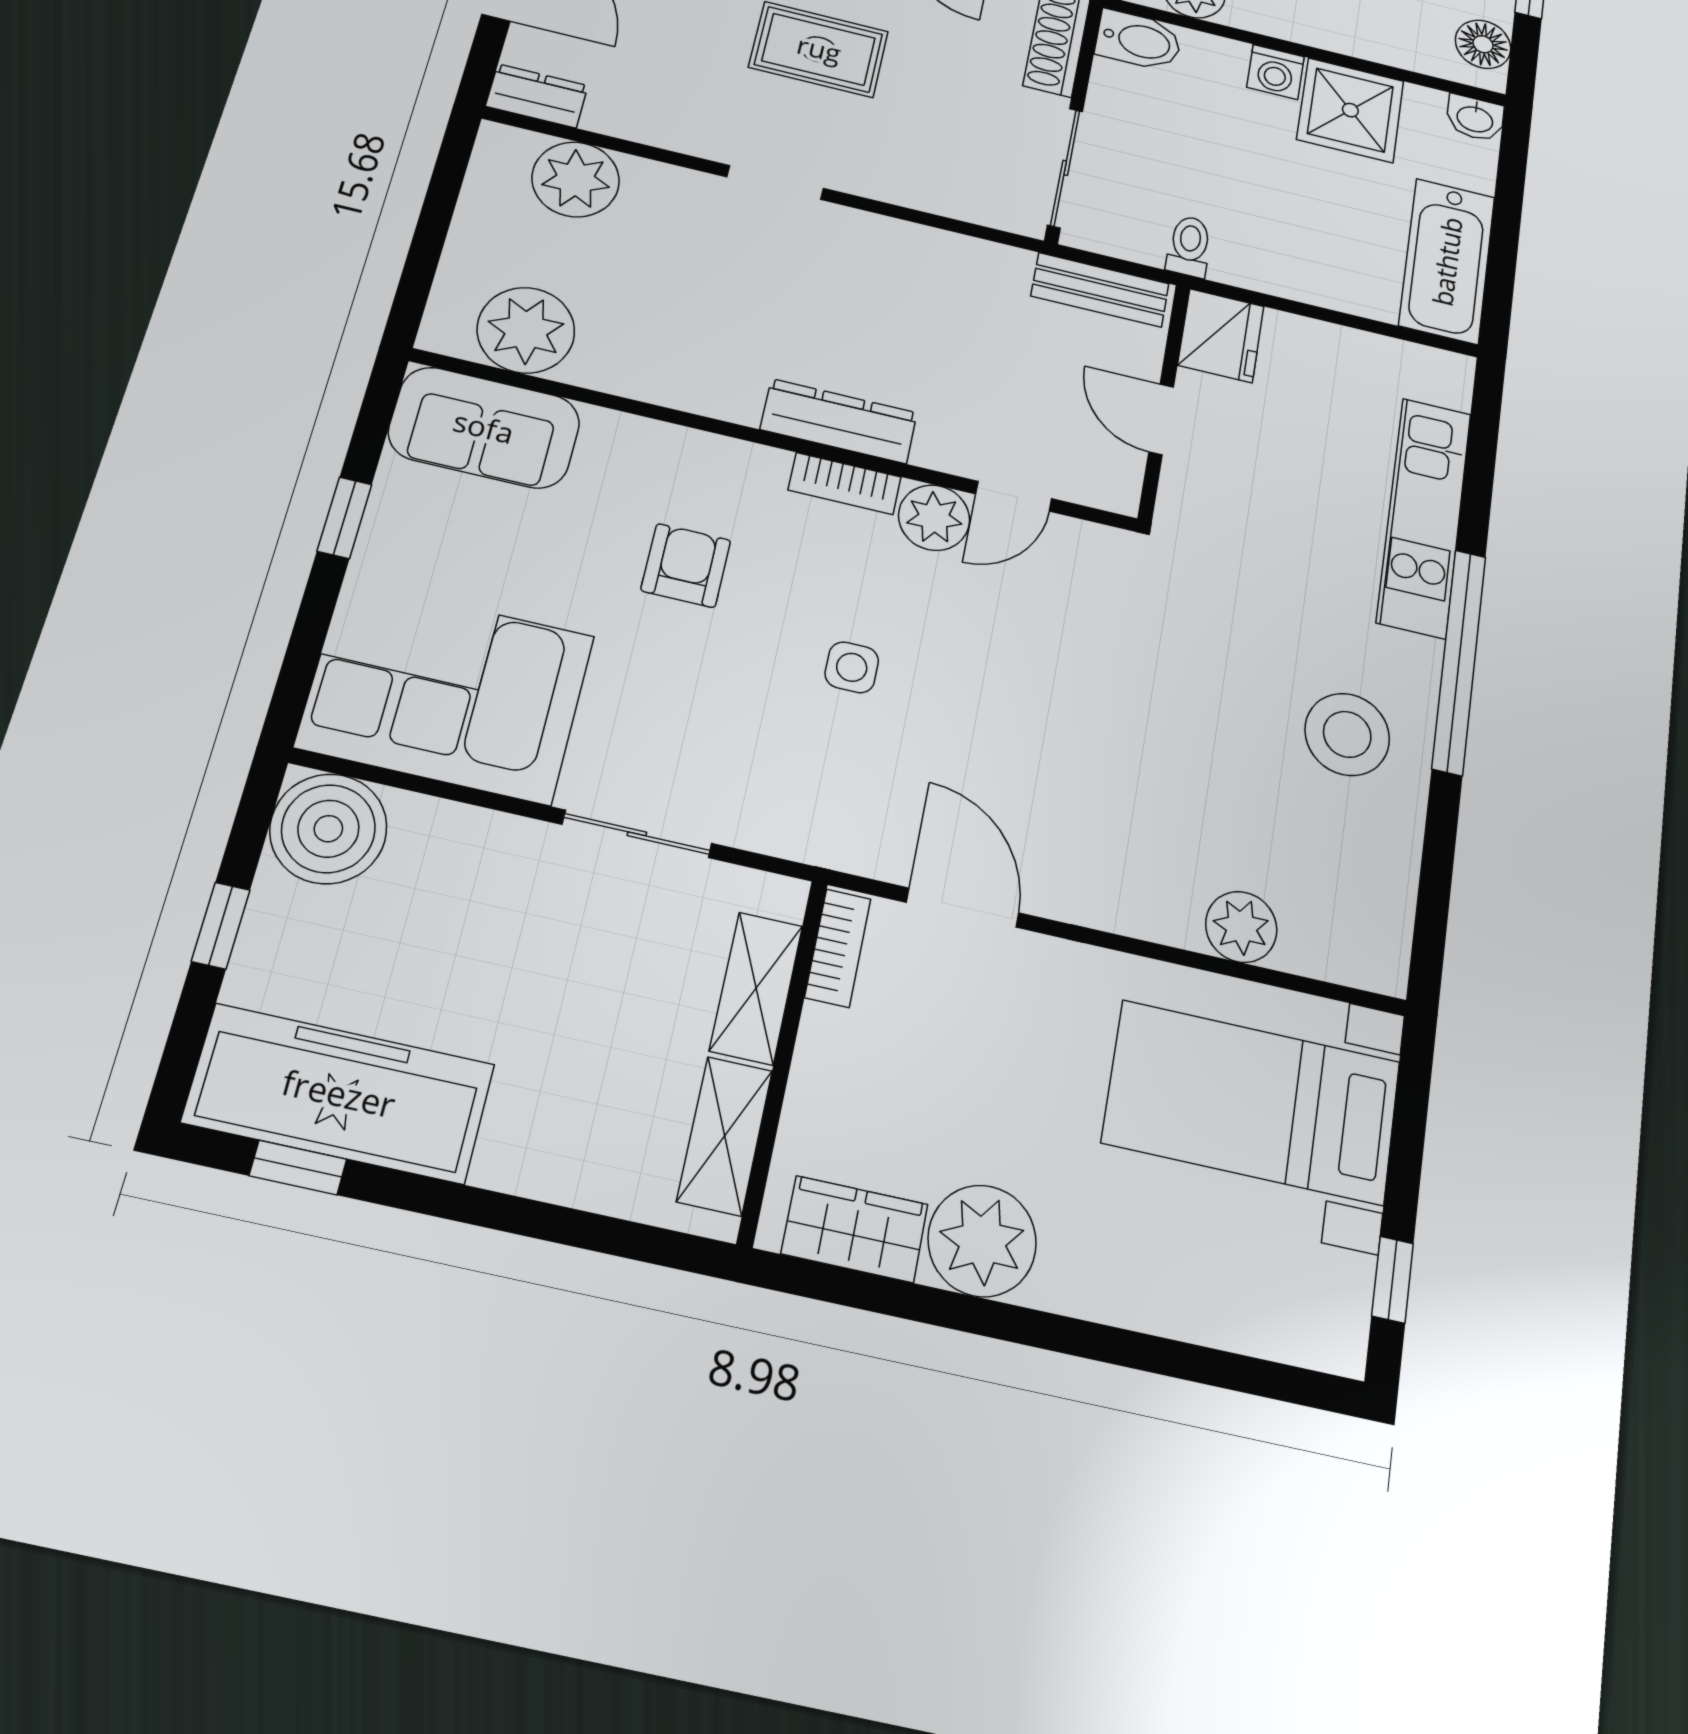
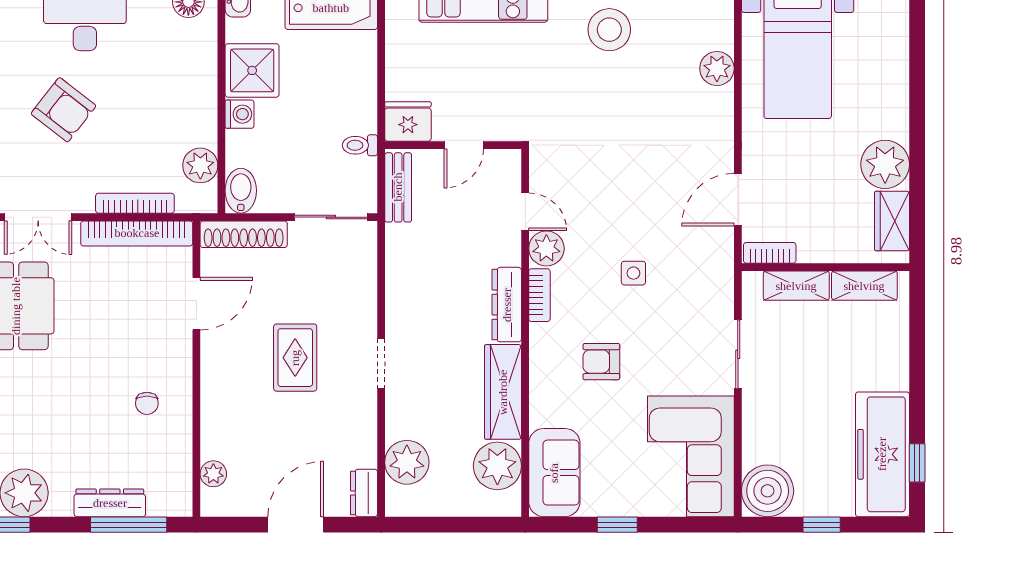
wardrobe: (669, 374) -> (503, 392), added

